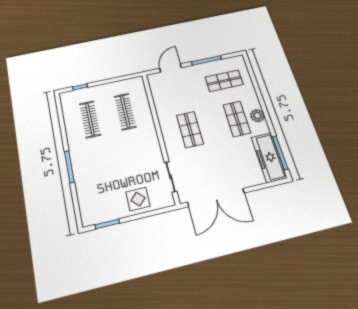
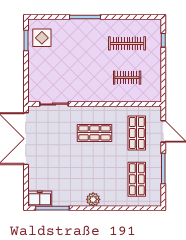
clothes rail: (125, 112) -> (127, 78), width x0.73
shop shelf: (237, 119) -> (137, 133), moved, turned 90
freezer: (269, 157) -> (40, 199), width x0.52, depth x0.79
display table: (138, 199) -> (42, 38), moved

